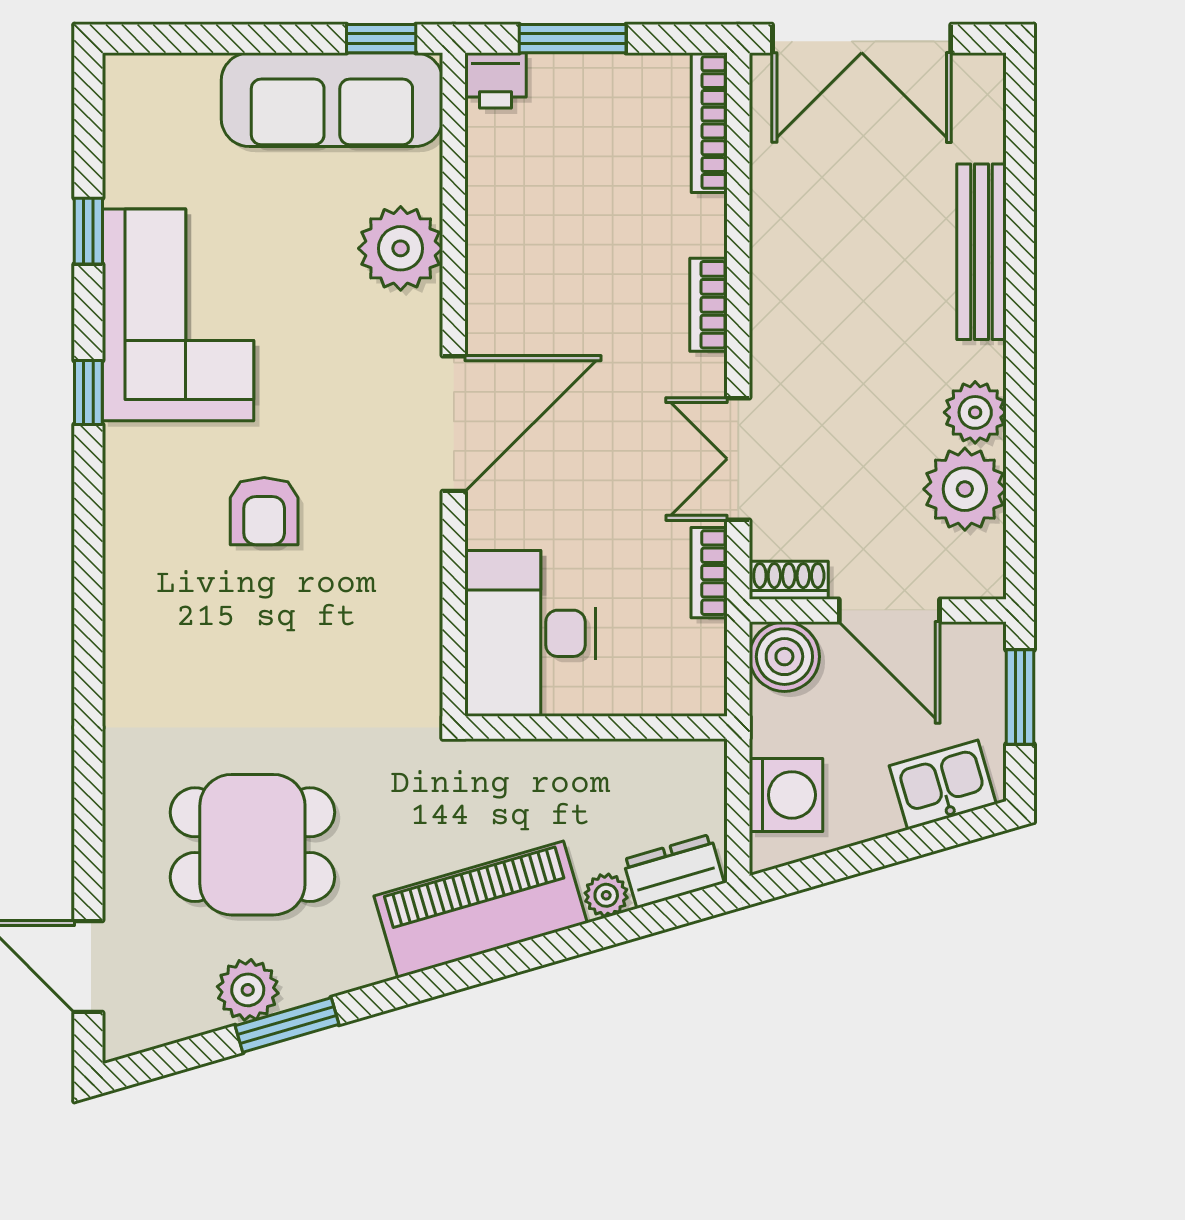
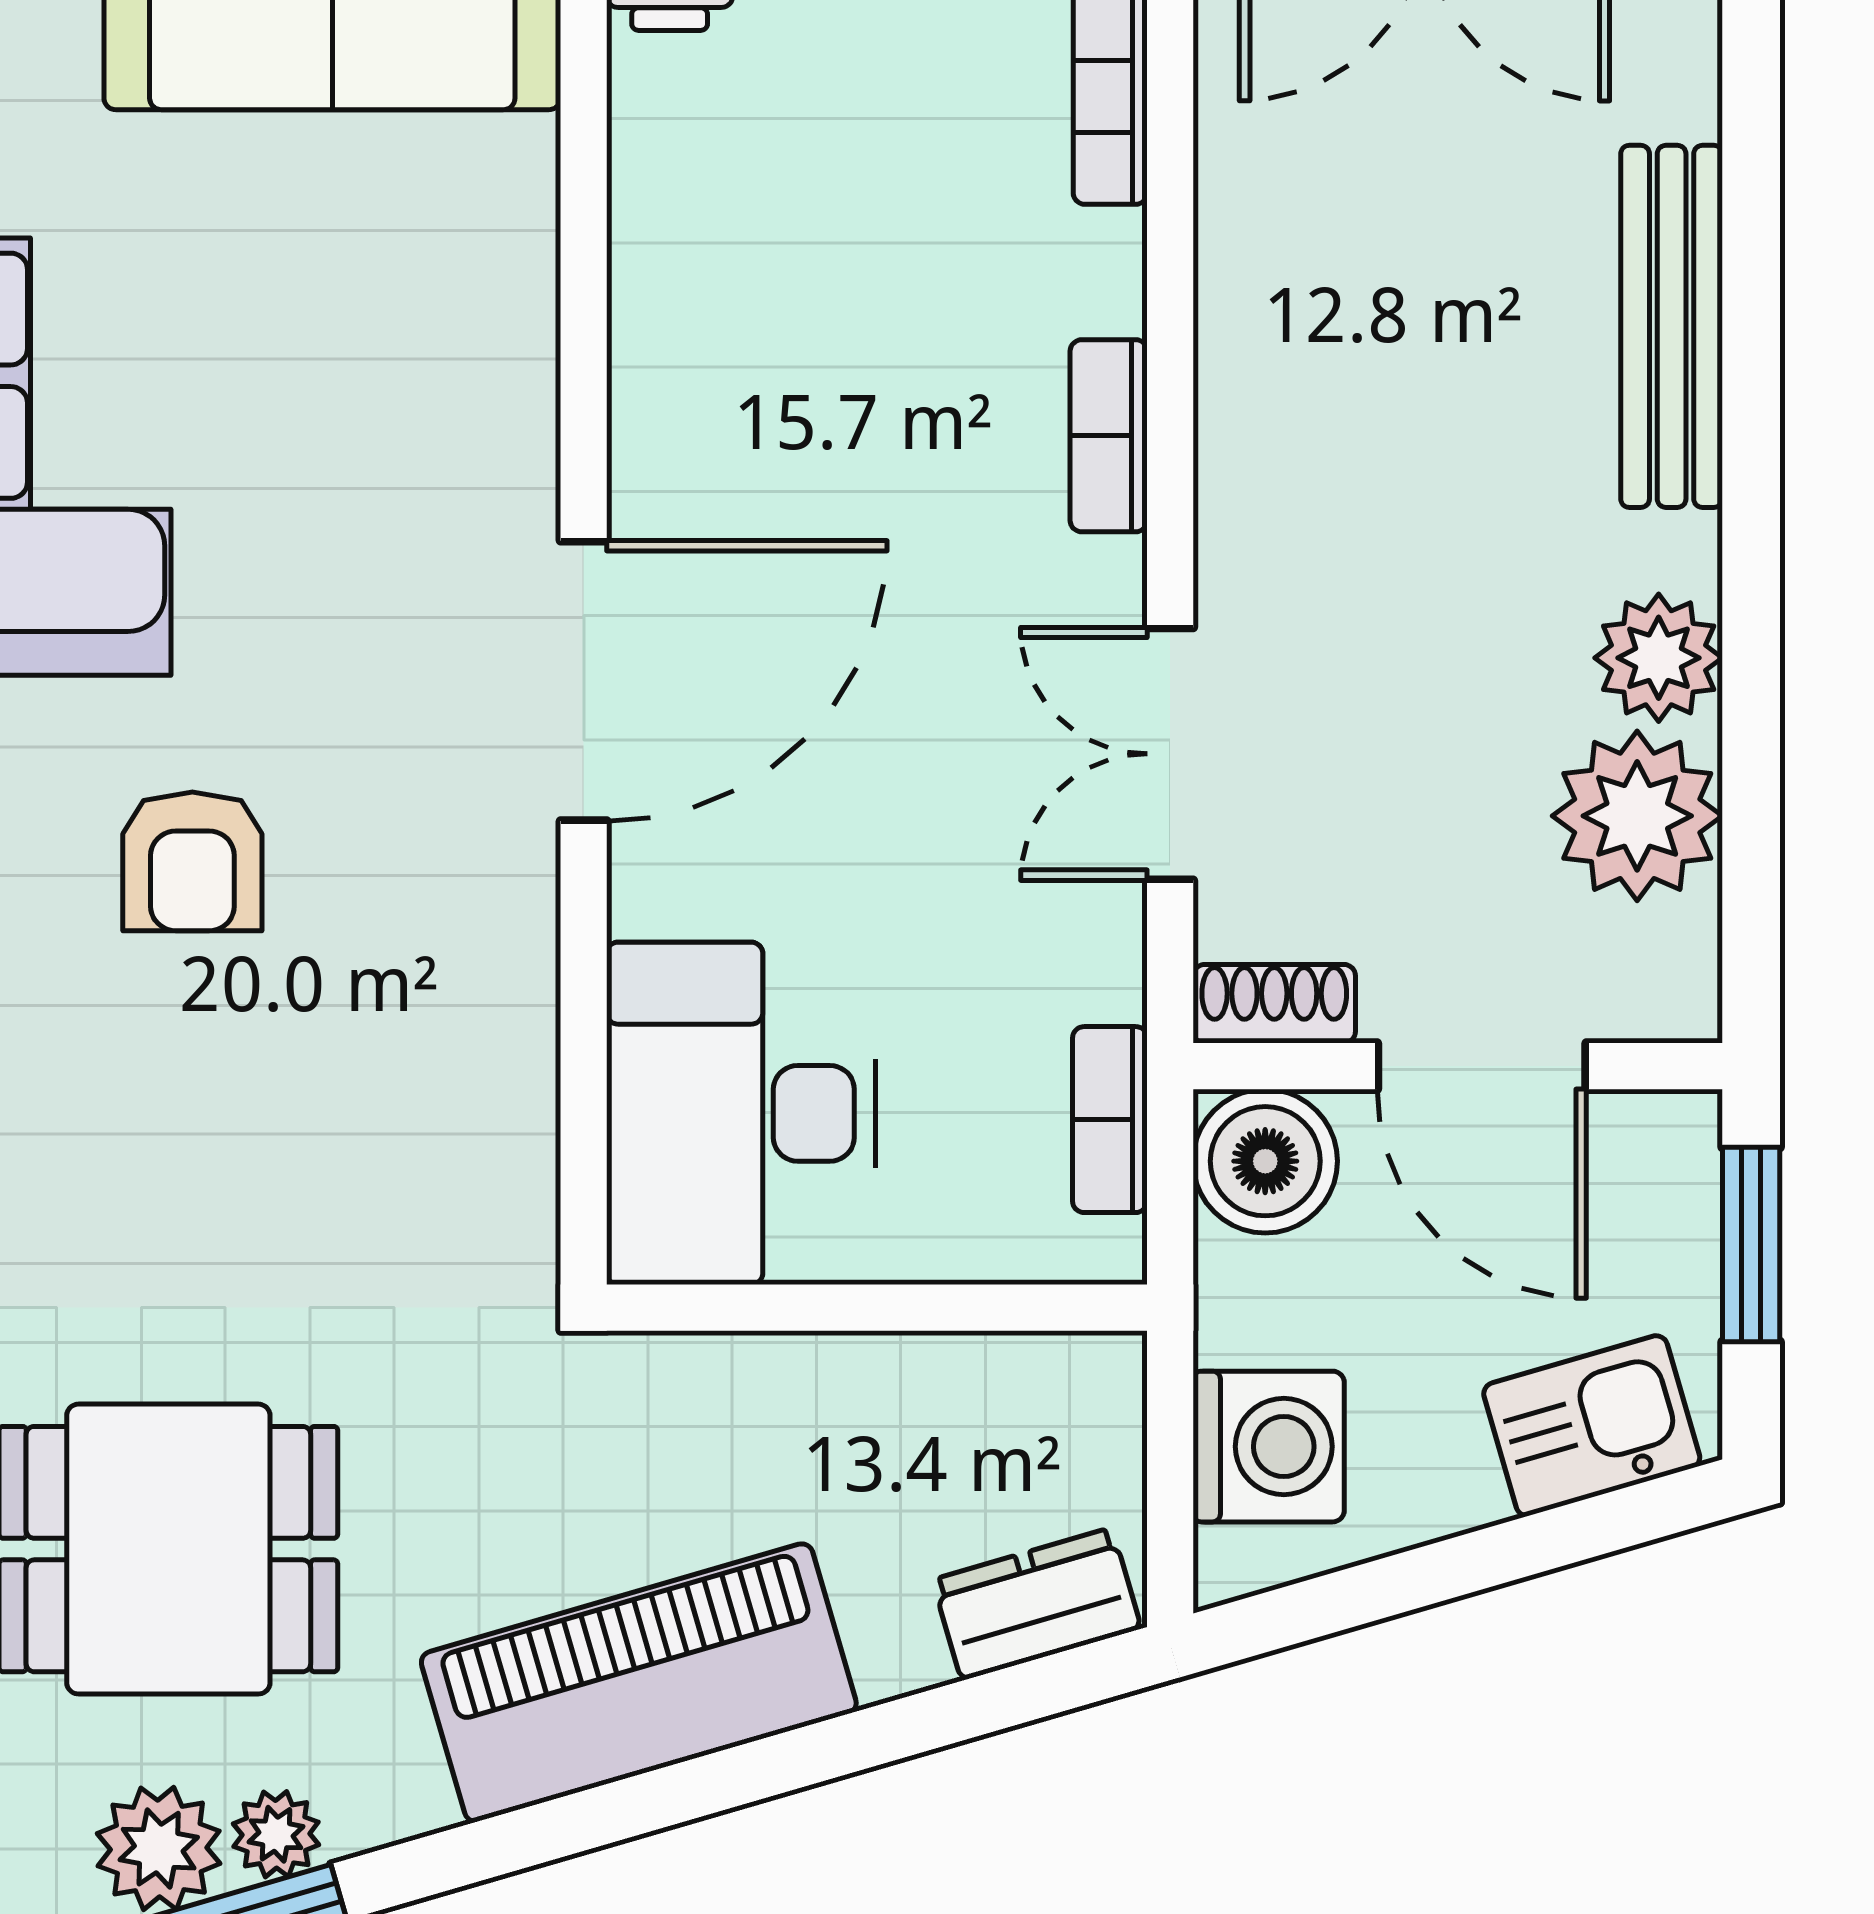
plant: (401, 248) -> (474, 320), removed
bookcase: (709, 573) -> (1110, 1120), moved
plant: (606, 895) -> (276, 1834), moved

